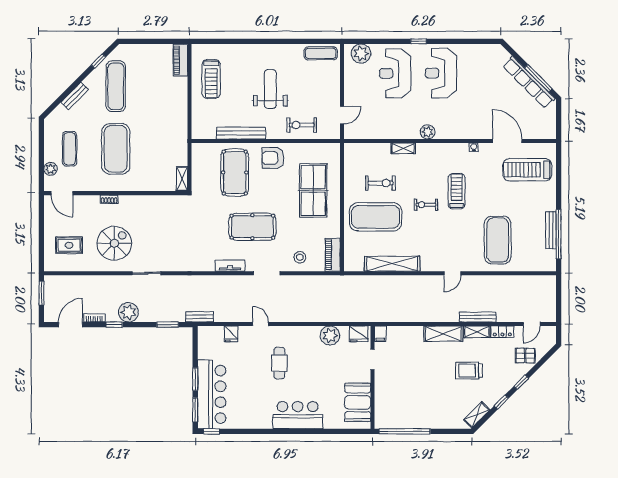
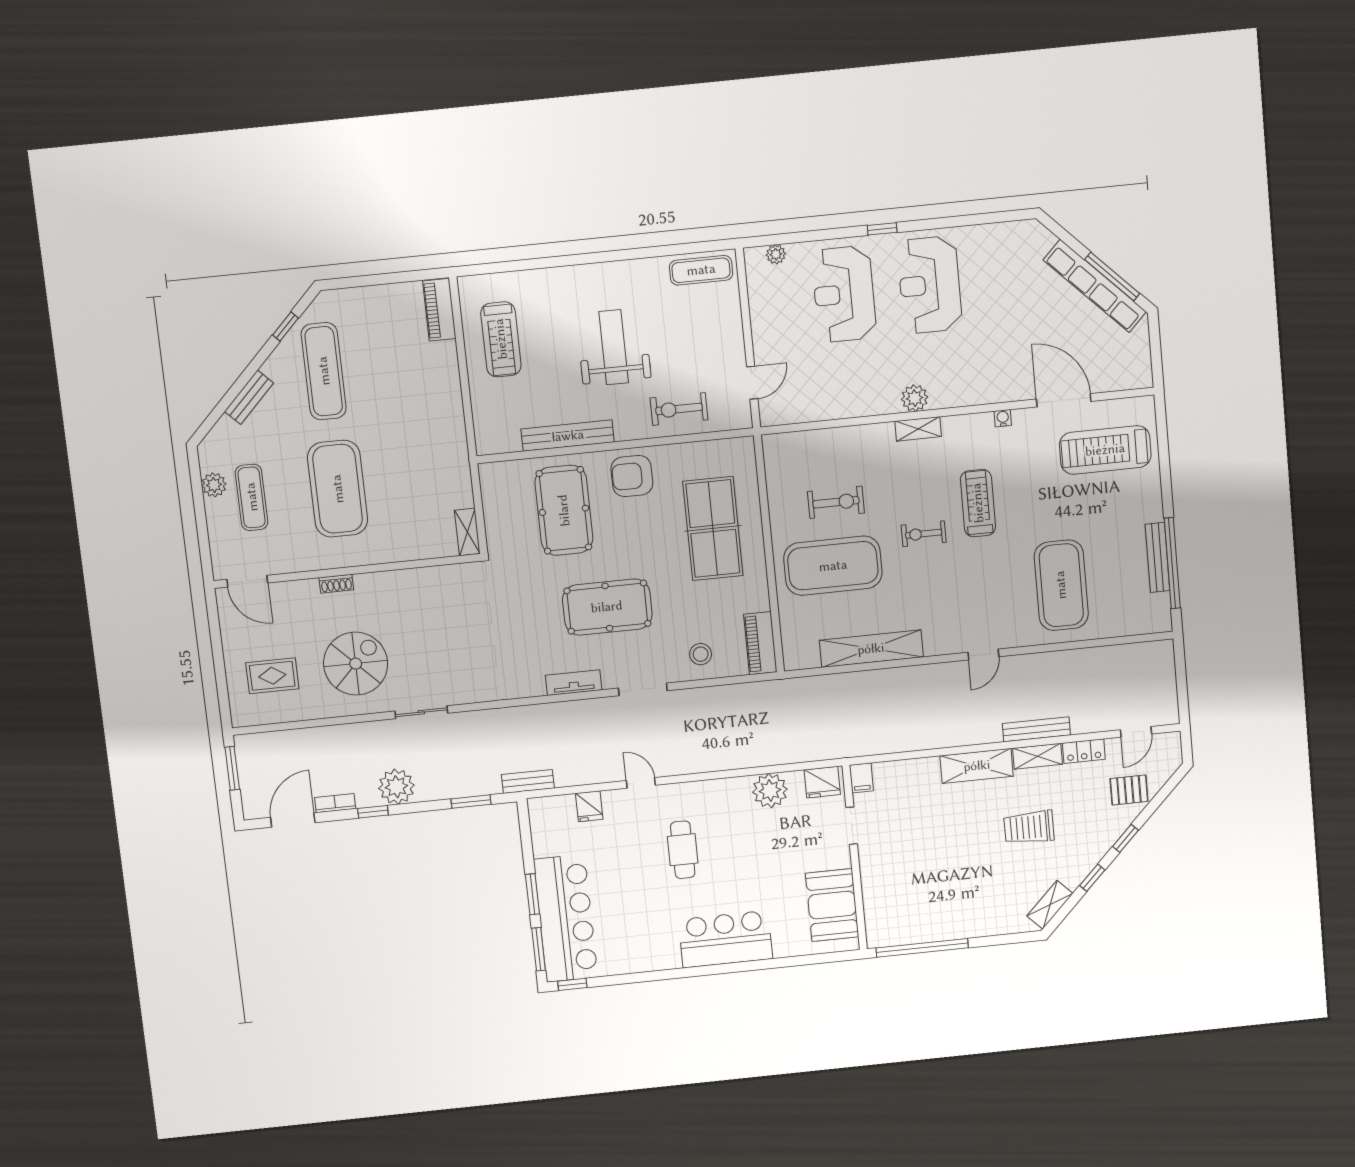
plant: (361, 53) -> (776, 254), width x0.53, depth x0.53
shelving: (403, 148) -> (918, 429), moved
plant: (51, 169) -> (214, 485), moved

